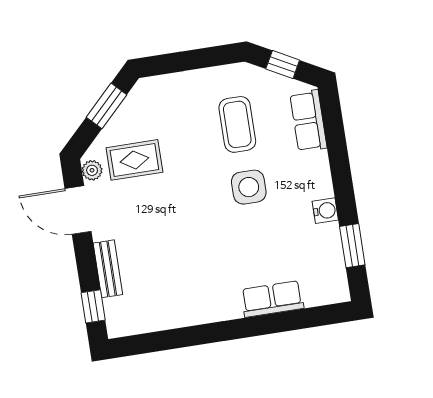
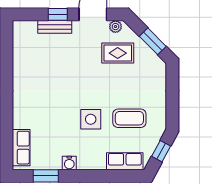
rug: (134, 160) -> (118, 53), turned 90
row of seats: (272, 299) -> (21, 148), moved
window: (93, 306) -> (58, 14), moved

